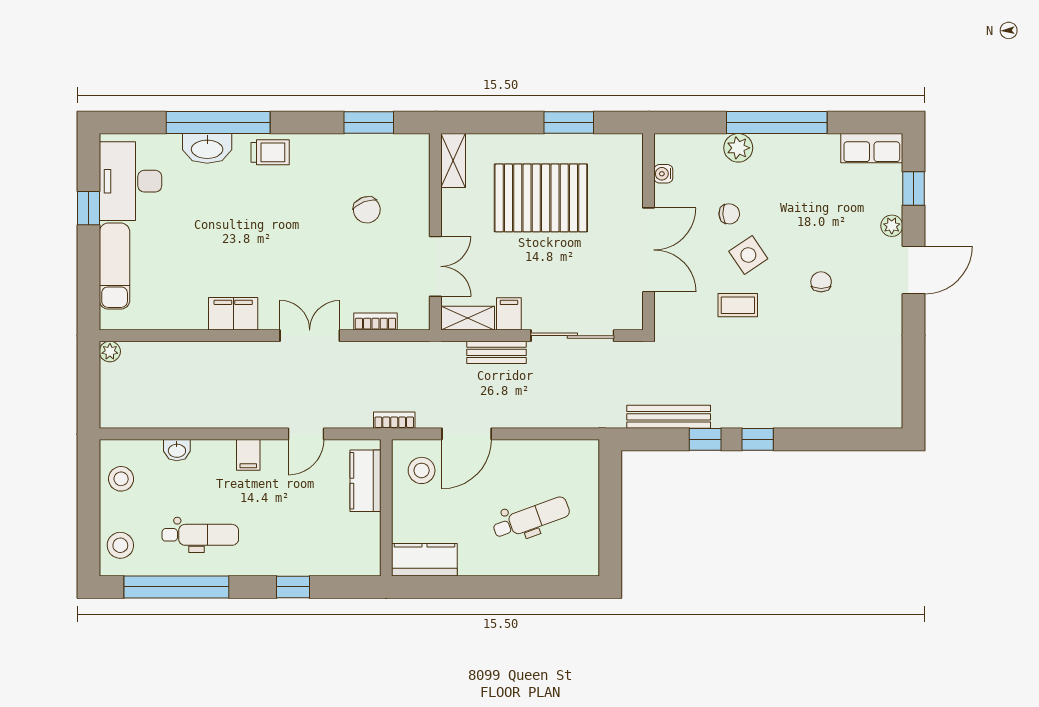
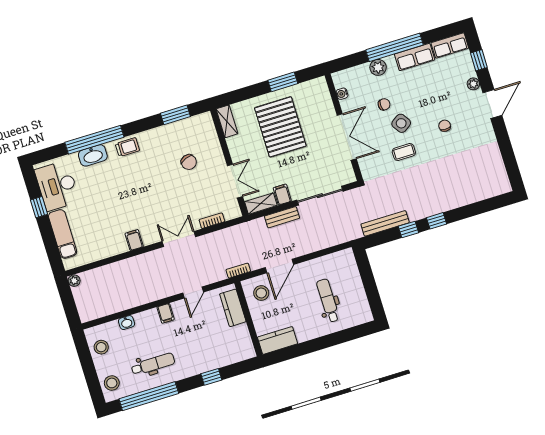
row of seats: (806, 149) -> (415, 57), added
pallet: (541, 198) -> (280, 127), turned 90
filing cabinet: (233, 314) -> (134, 240), width x0.50
dental chair: (531, 518) -> (328, 301), turned -70

